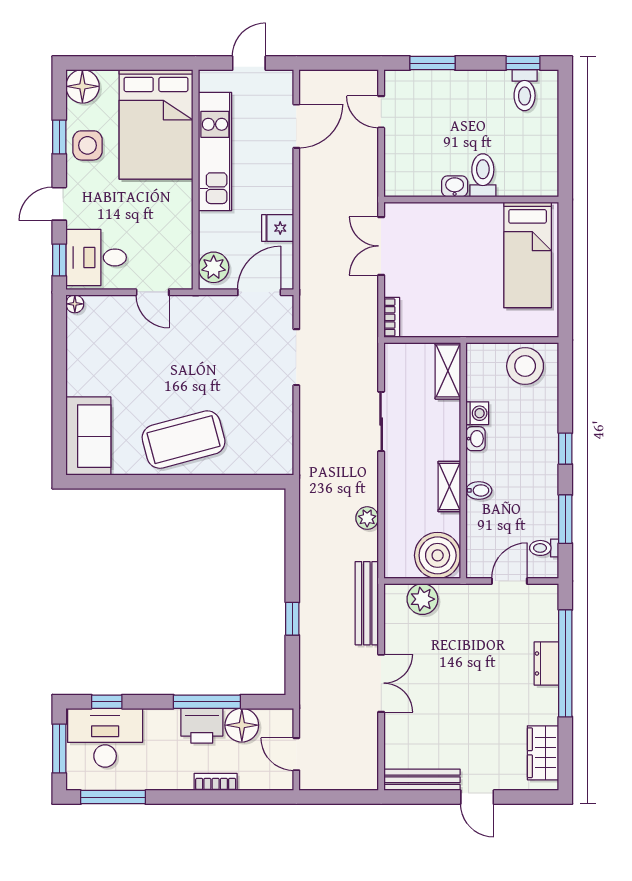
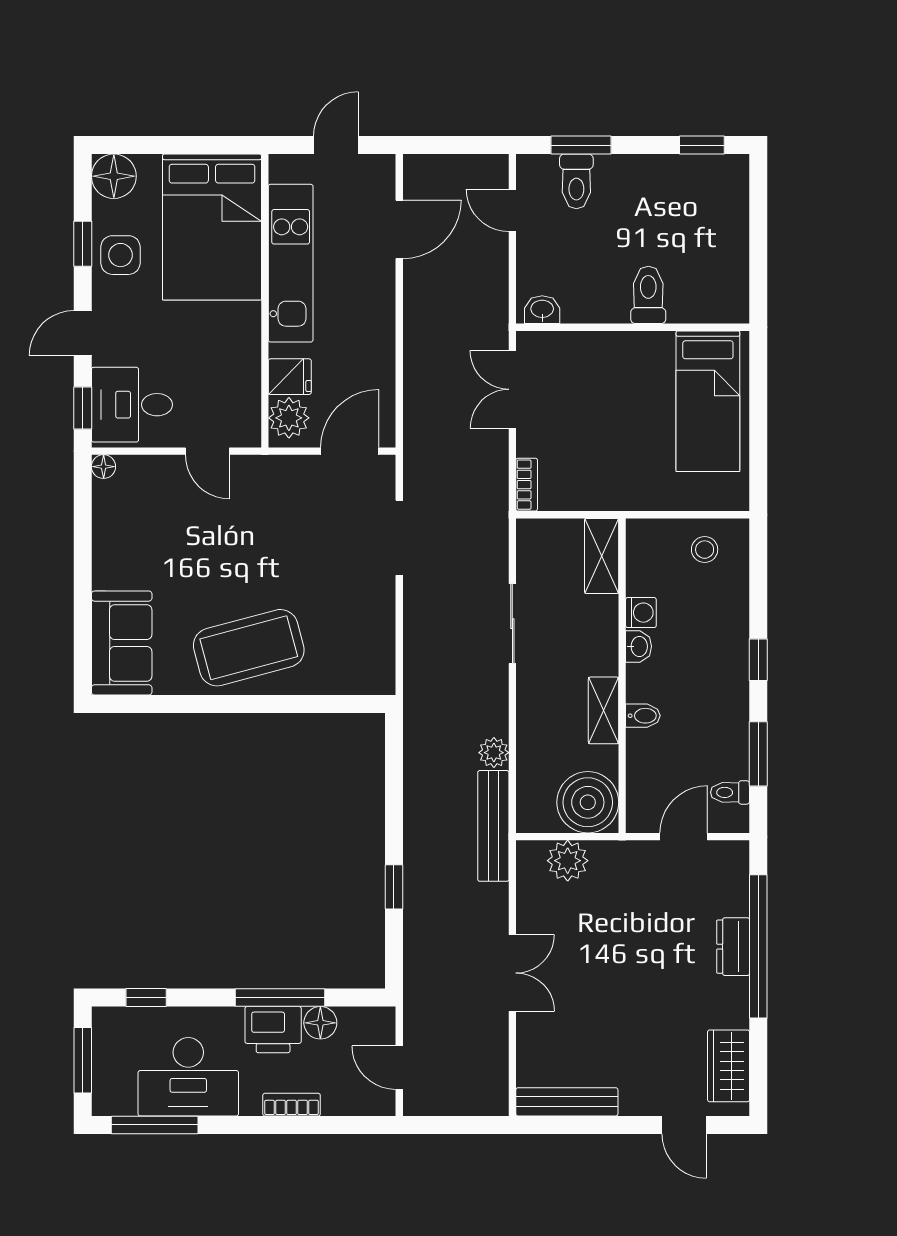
toilet: (525, 90) -> (576, 181), moved
washbasin: (455, 186) -> (542, 310), moved
fridge: (278, 228) -> (290, 377), moved, turned 180
stool: (525, 366) -> (705, 550), width x0.53, depth x0.53
bench: (367, 603) -> (493, 826), moved
floor lamp: (242, 725) -> (320, 1023), width x0.73, depth x0.73
desk: (105, 738) -> (188, 1077), moved, turned 180
door: (477, 797) -> (684, 1125), moved

